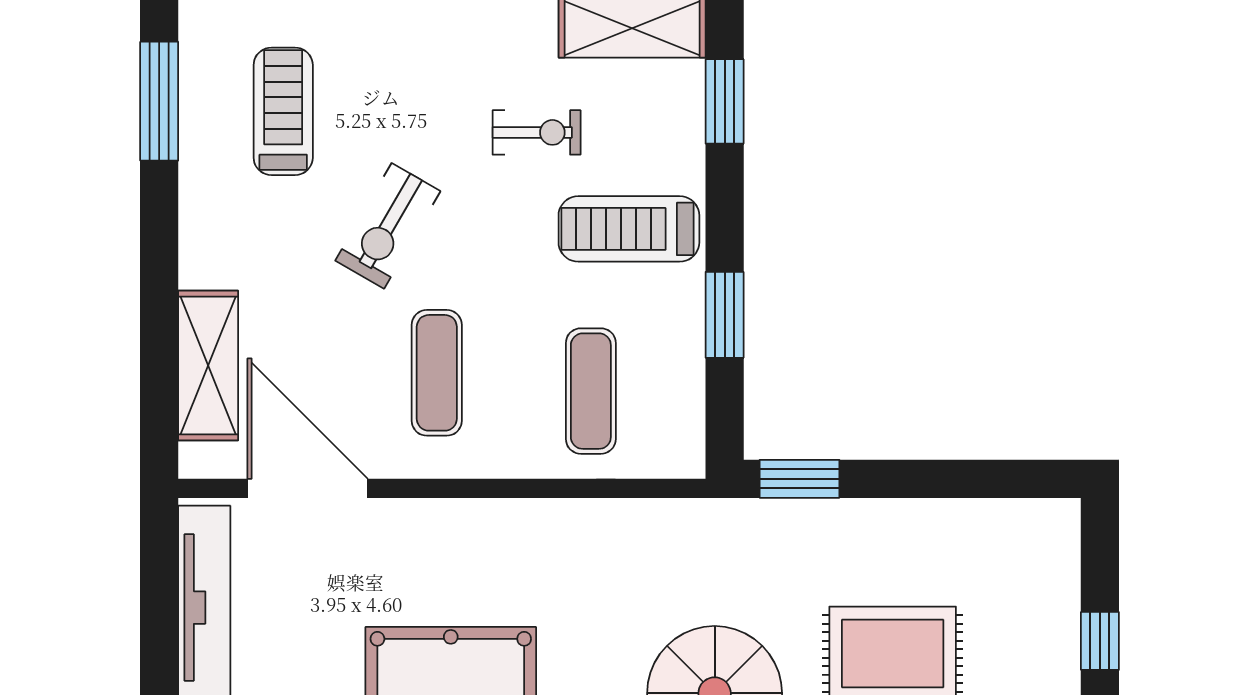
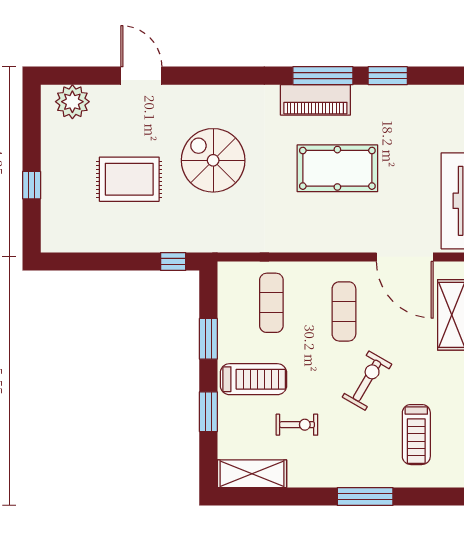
window: (725, 101) -> (208, 412), moved
exercise bike: (537, 132) -> (297, 425), turned 180
window: (800, 479) -> (173, 261), width x0.67

